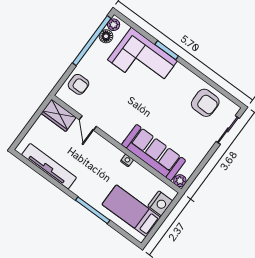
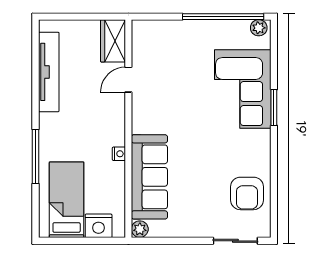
floor lamp: (106, 36) -> (240, 29), removed
armchair: (79, 84) -> (164, 38), removed

